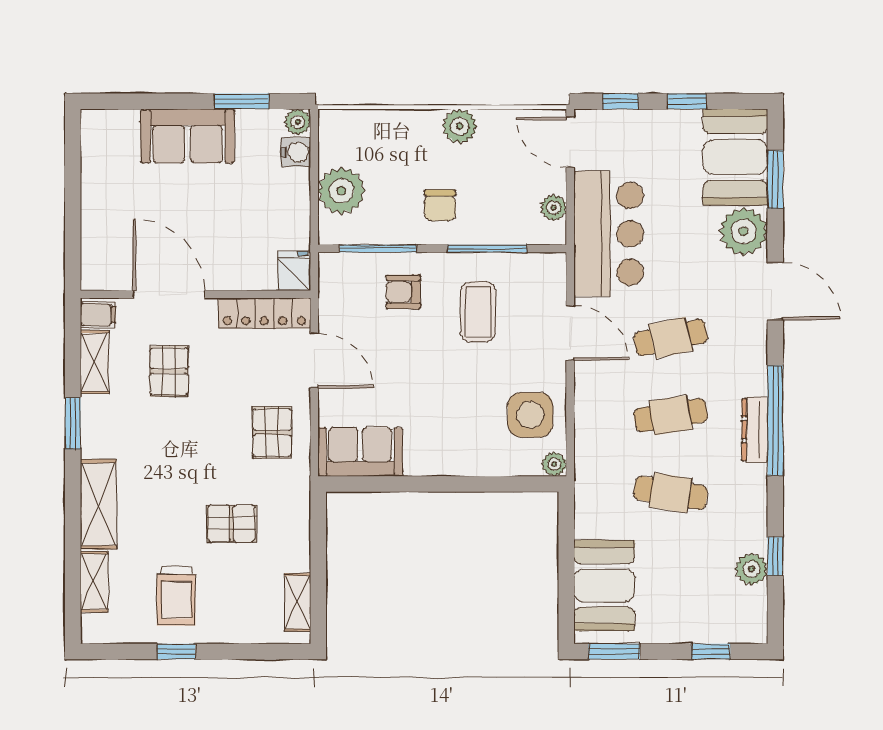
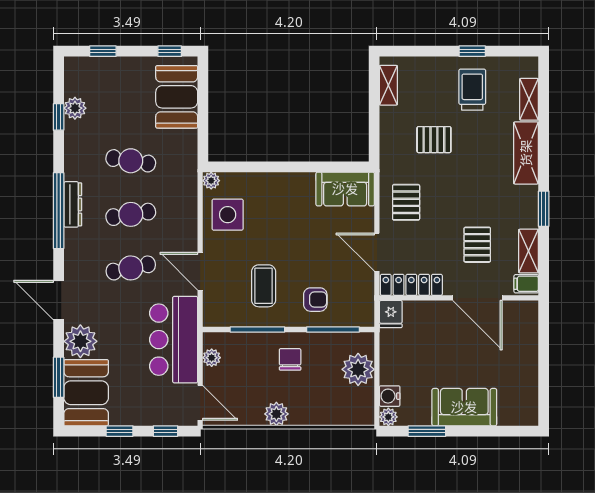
window: (614, 652) -> (170, 51), width x0.67

